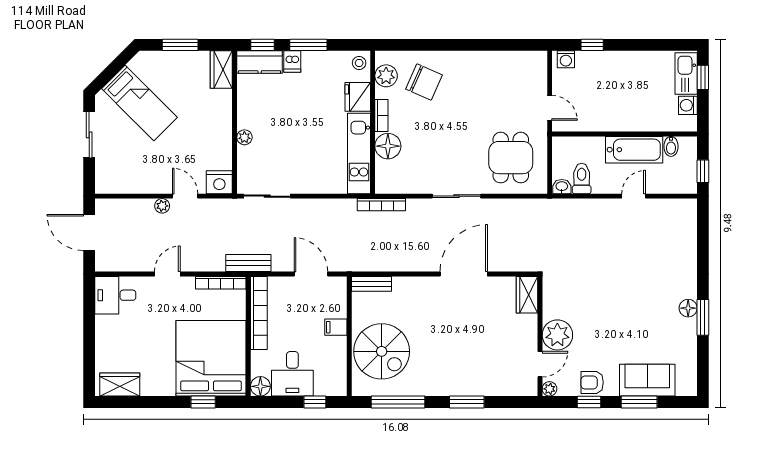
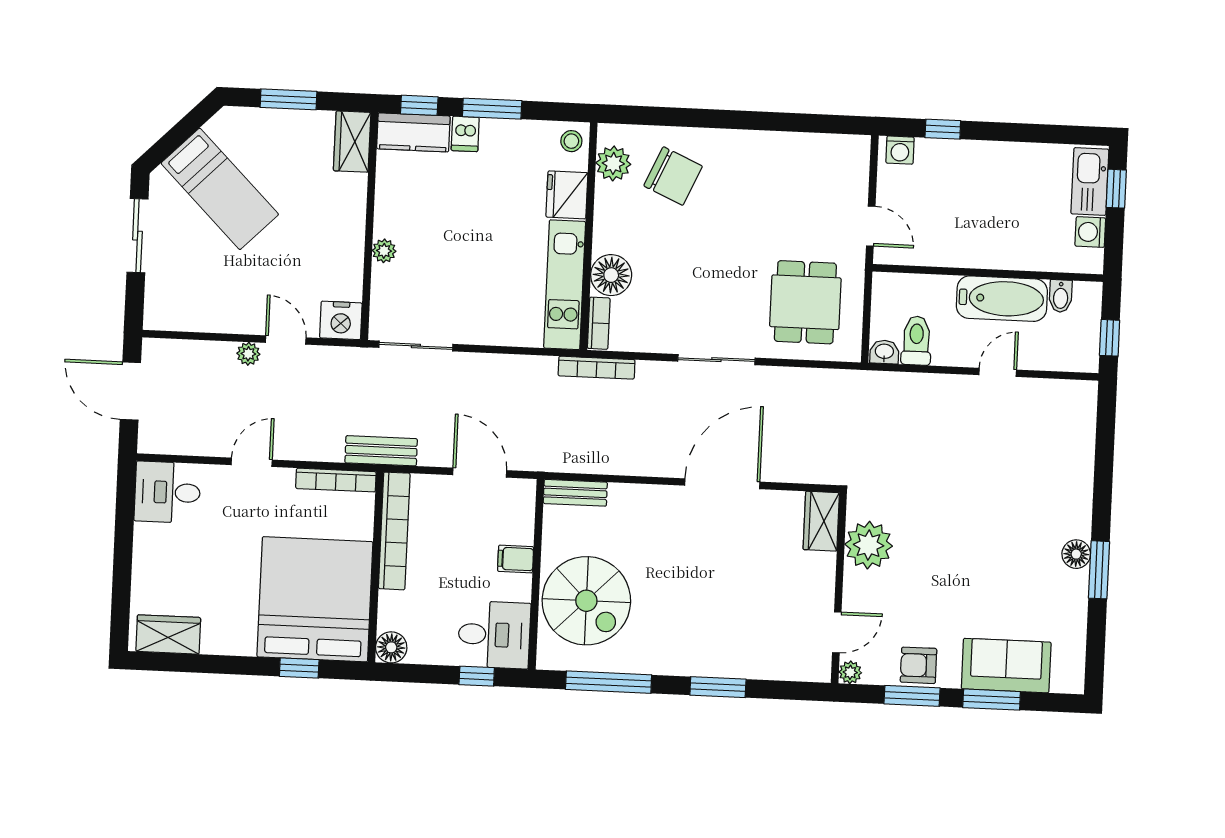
bookcase: (381, 115) -> (599, 323), moved
plant: (557, 335) -> (869, 545), moved
desk: (292, 374) -> (494, 635), moved, turned -90
window: (589, 402) -> (912, 696), width x1.50

